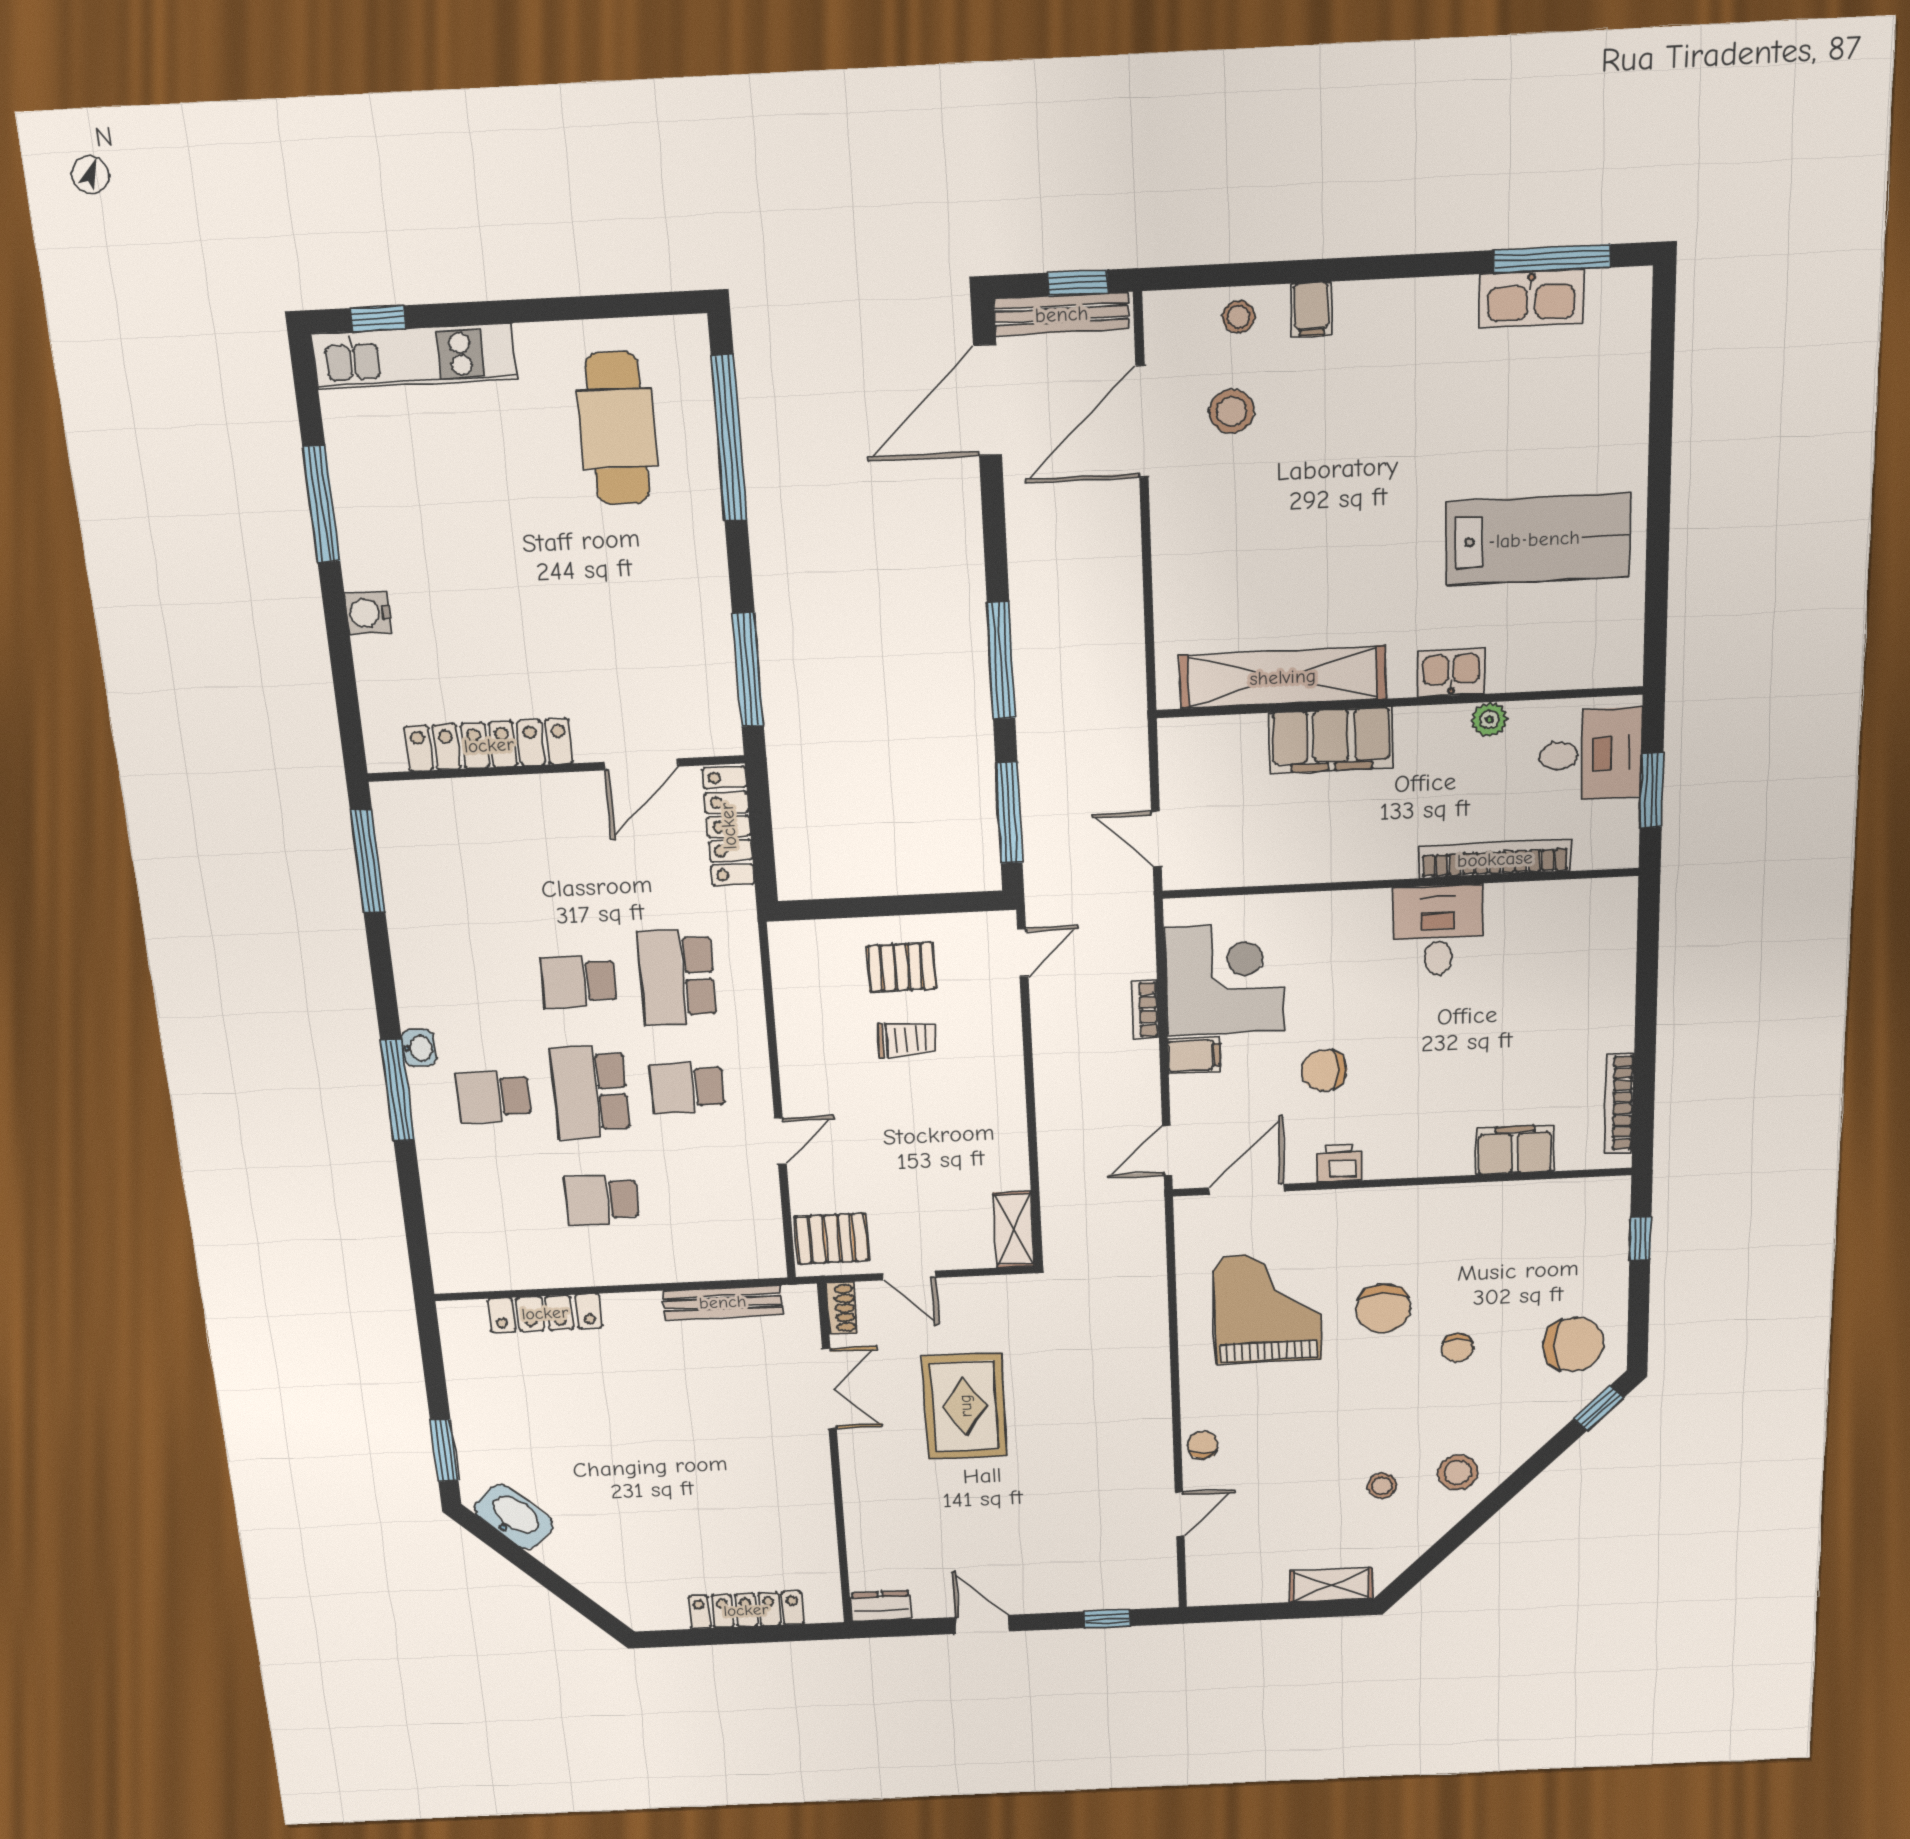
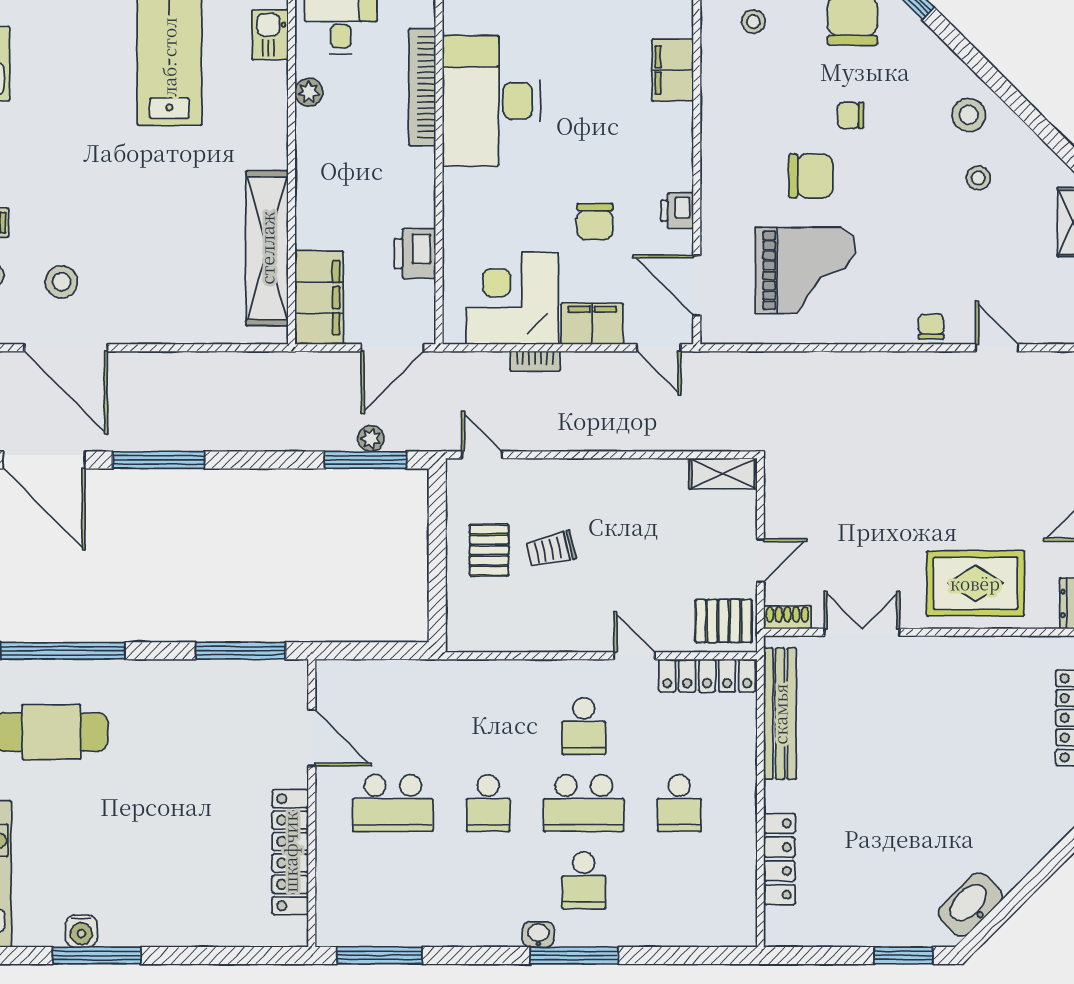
water cooler: (368, 613) -> (81, 931), moved
window: (1001, 660) -> (159, 460), moved
kitchen sink: (1451, 673) -> (270, 35), moved
filing cabinet: (1331, 740) -> (319, 298), moved
plant: (1037, 818) -> (371, 439), added
locker: (728, 826) -> (707, 676), moved
door: (1156, 839) -> (392, 348), width x1.38
printer: (1279, 860) -> (415, 253), added
desk: (1438, 930) -> (491, 101), width x1.87, depth x1.30
school desk: (677, 977) -> (393, 803), moved
trolley: (907, 1039) -> (551, 549), turned -103
filing cabinet: (1194, 1055) -> (592, 324), width x2.00
stool: (1574, 1237) -> (753, 22), added
pallet: (832, 1239) -> (724, 621), turned 90
bench: (723, 1302) -> (780, 714), width x1.37, depth x1.21
grand piano: (1267, 1308) -> (805, 270), turned 180
chair: (1458, 1348) -> (851, 115), turned 180
rug: (965, 1406) -> (975, 583), moved
chair: (1203, 1445) -> (931, 327), turned 90

